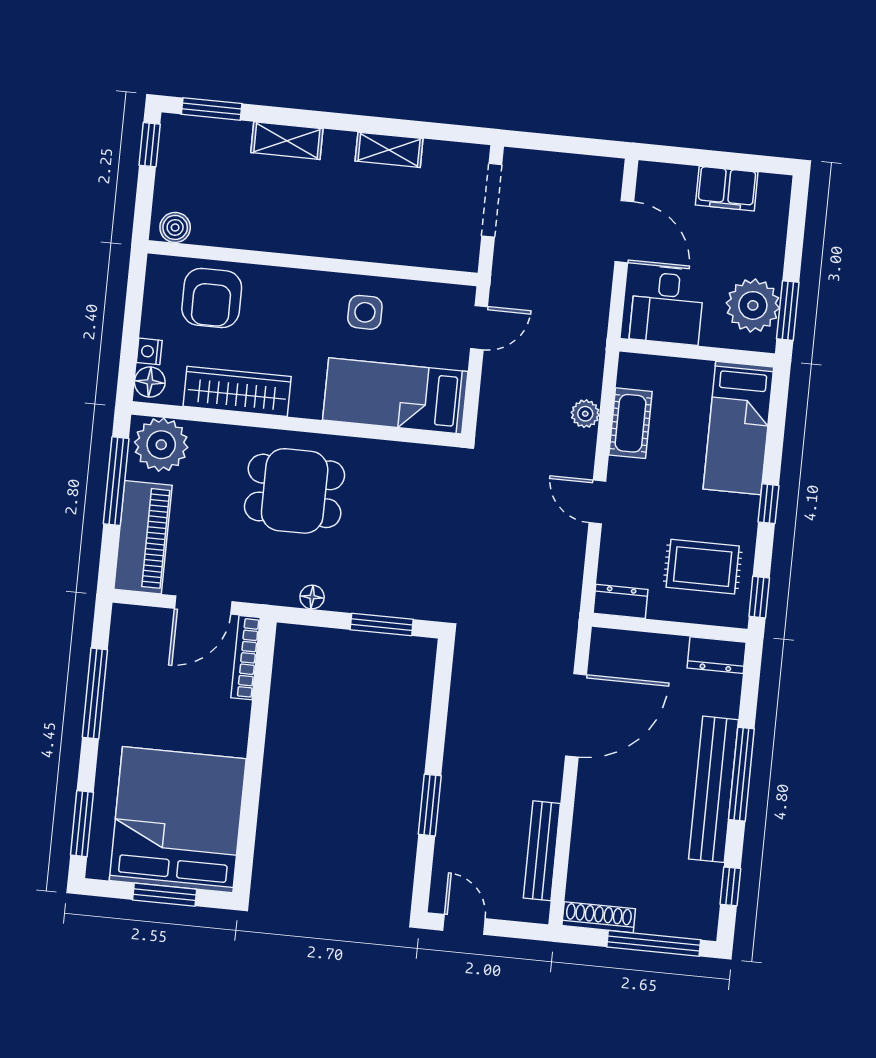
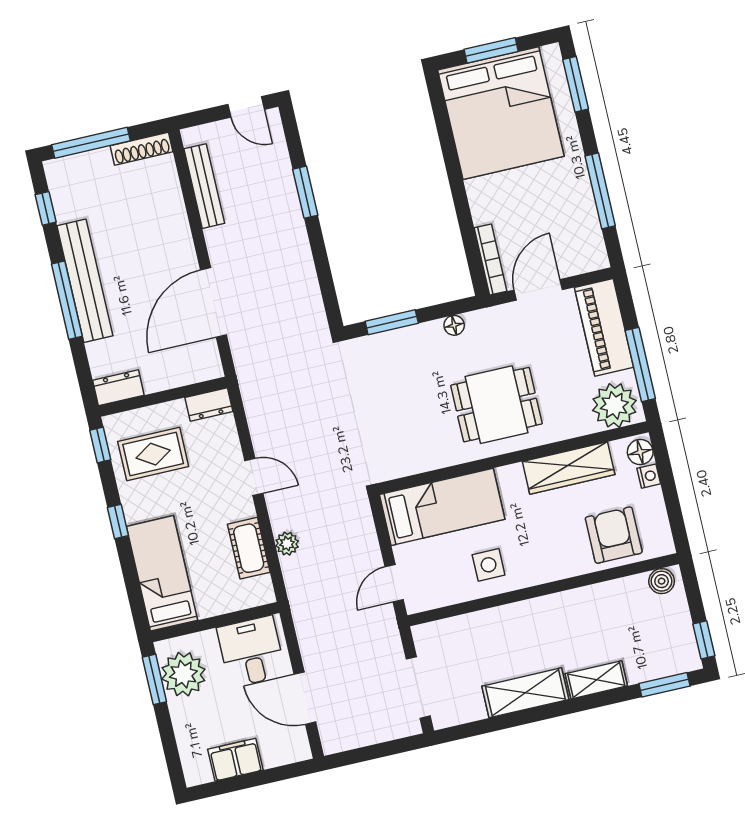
shelving: (389, 150) -> (525, 693), width x1.50, depth x1.33

